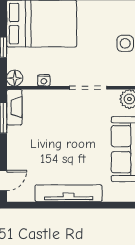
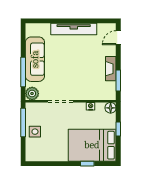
fireplace: (14, 107) -> (111, 69), moved

